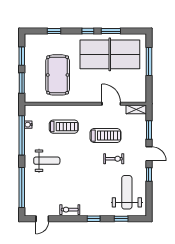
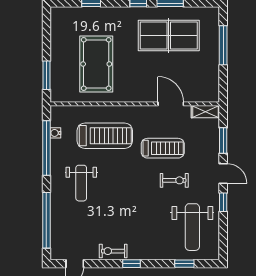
table tennis table: (110, 54) -> (169, 36), width x0.73, depth x0.76
window: (22, 56) -> (46, 38), removed
treadmill: (64, 127) -> (105, 136), width x1.37, depth x1.37
weight bench: (47, 161) -> (81, 183), turned 90
weight bench: (127, 192) -> (192, 227), turned 180
window: (94, 219) -> (132, 264), moved

